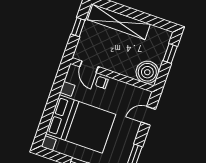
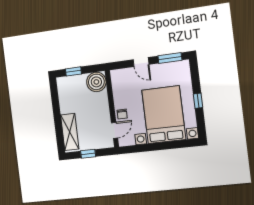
shelving: (119, 22) -> (70, 132), width x0.68
door: (148, 116) -> (141, 62), moved

